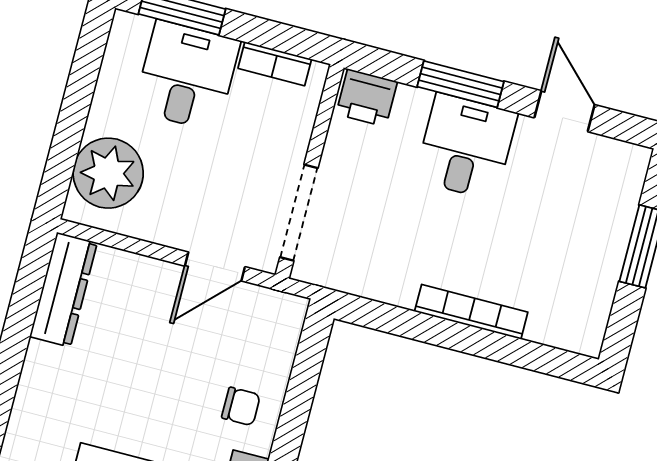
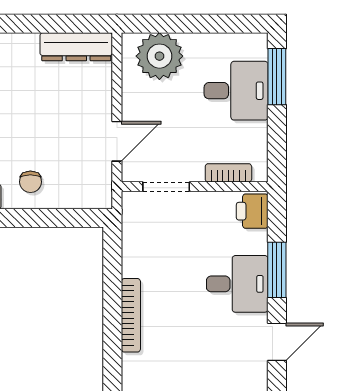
bookcase: (275, 64) -> (228, 173), moved, turned 90
doorway: (299, 213) -> (166, 187), width x0.73
door: (215, 266) -> (117, 141), swing flipped

